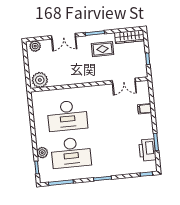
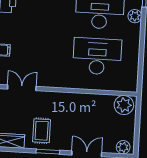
rug: (103, 49) -> (42, 131), turned 90

